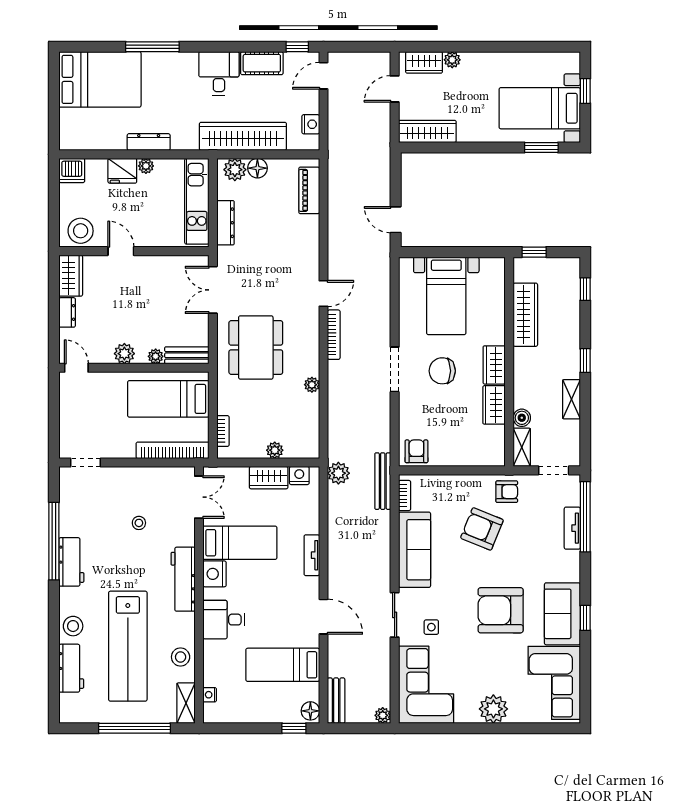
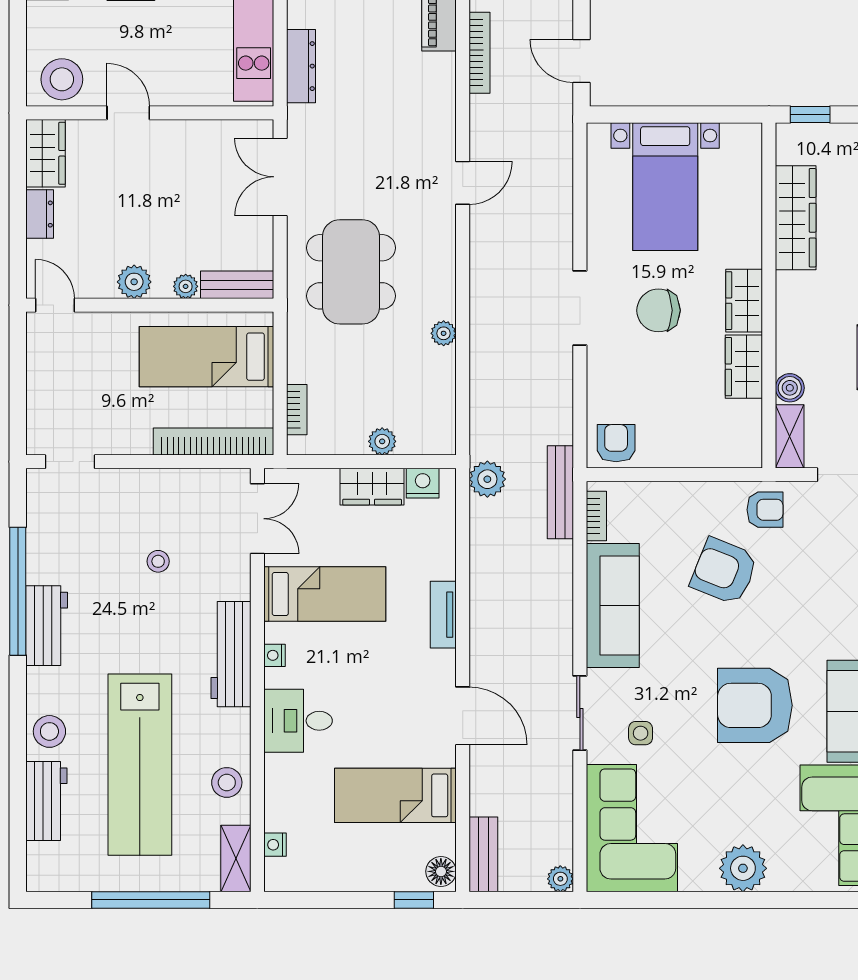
bookcase: (334, 335) -> (480, 53), moved
nightstand: (215, 574) -> (274, 655), width x0.53, depth x0.56

